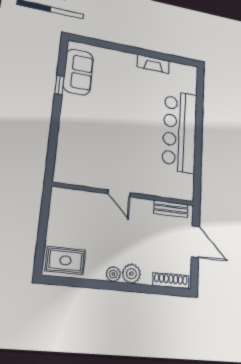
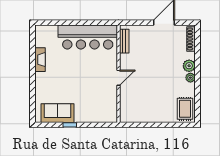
door: (119, 193) -> (118, 78), moved
wall: (125, 194) -> (118, 74), moved
bench: (171, 209) -> (124, 41), moved

